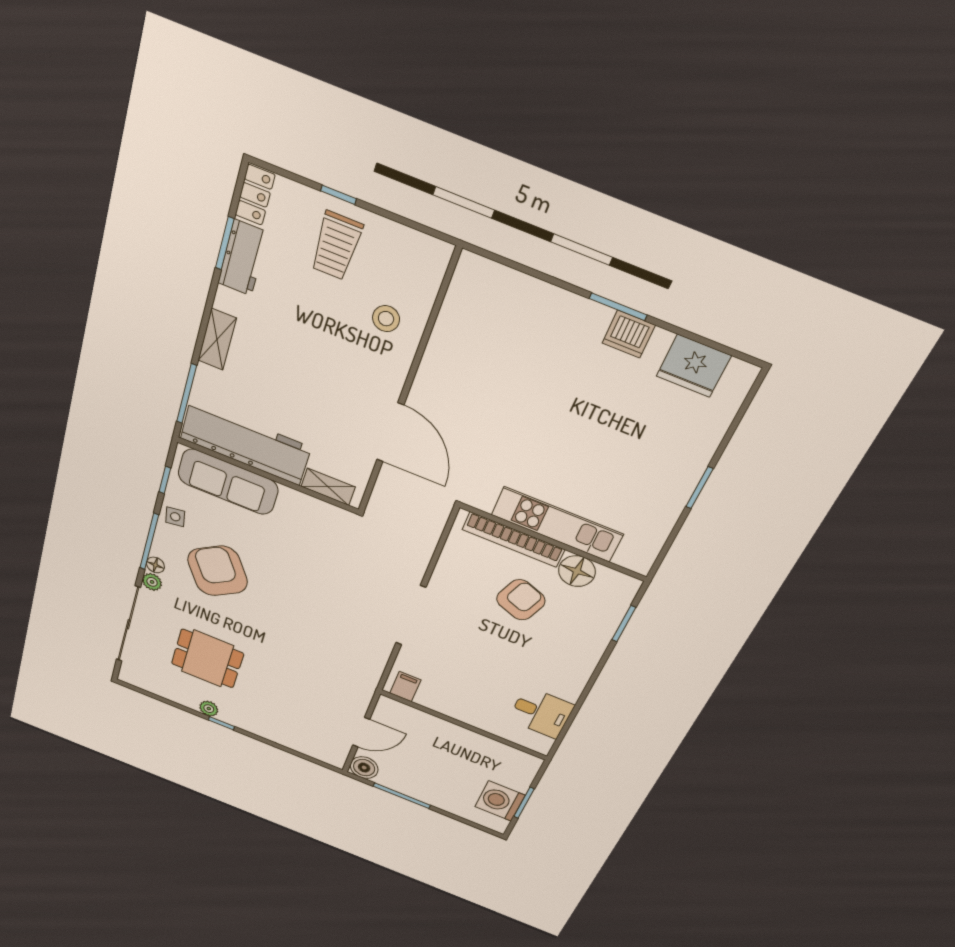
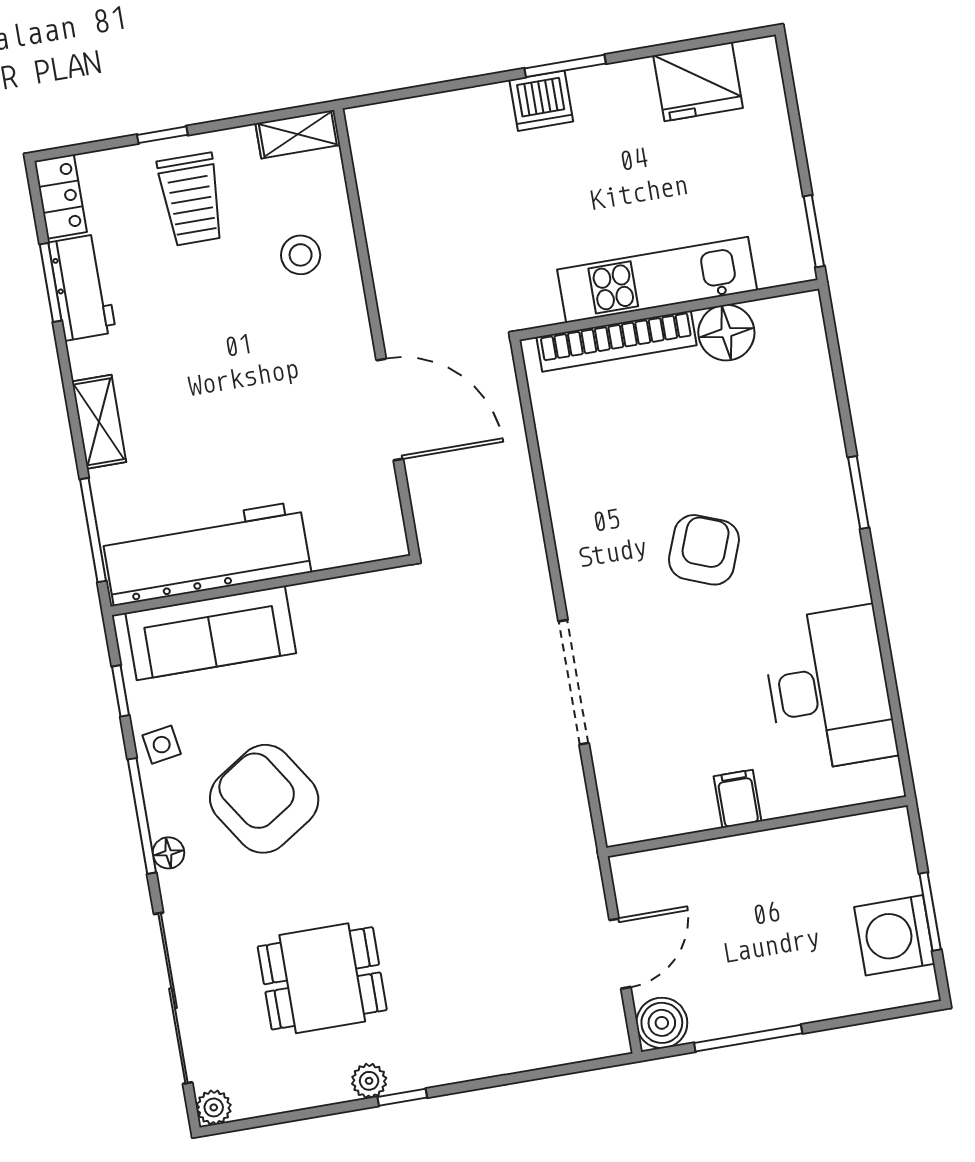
dishwasher: (629, 334) -> (541, 101), moved
shelving: (328, 487) -> (298, 134), moved
kitchen unit: (557, 524) -> (657, 280), moved
bookcase: (513, 540) -> (617, 341), moved
wall: (553, 542) -> (669, 310), moved
floor lamp: (577, 571) -> (726, 333), moved
plant: (152, 582) -> (214, 1107), moved
filing cabinet: (405, 687) -> (738, 799), moved
desk: (541, 713) -> (829, 689), width x1.87, depth x1.30

